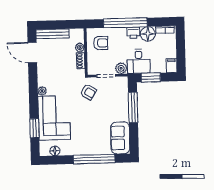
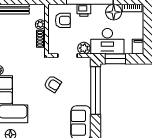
printer: (133, 33) -> (84, 10), moved
desk: (139, 61) -> (107, 41), width x1.37
armchair: (88, 92) -> (53, 84), moved
window: (133, 107) -> (96, 91), width x1.46

